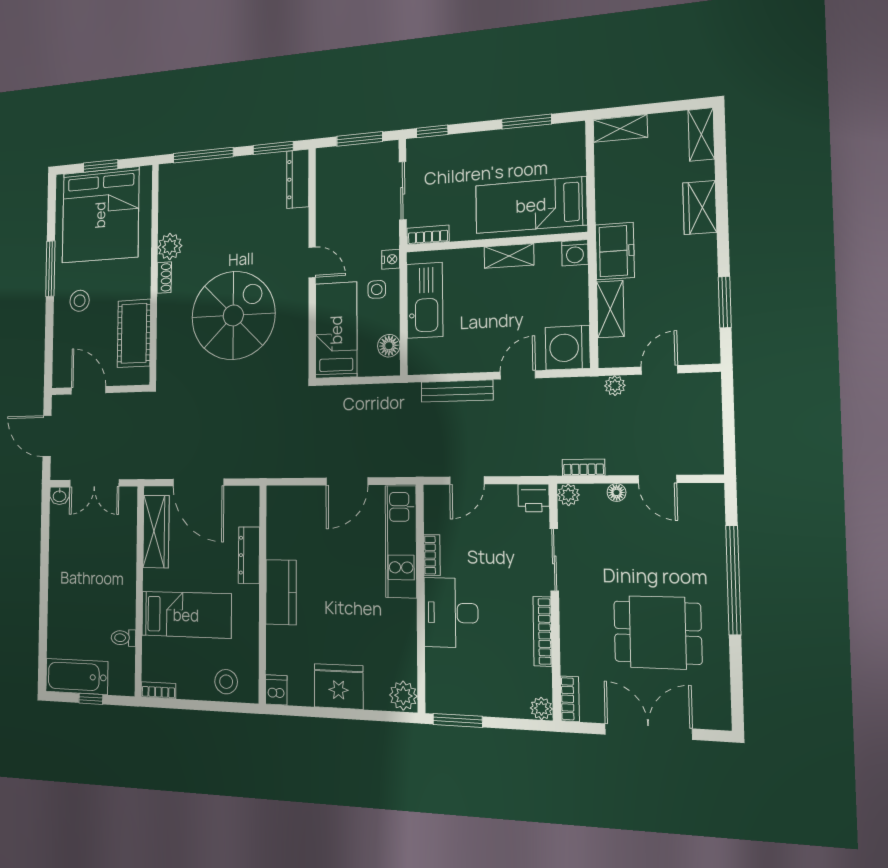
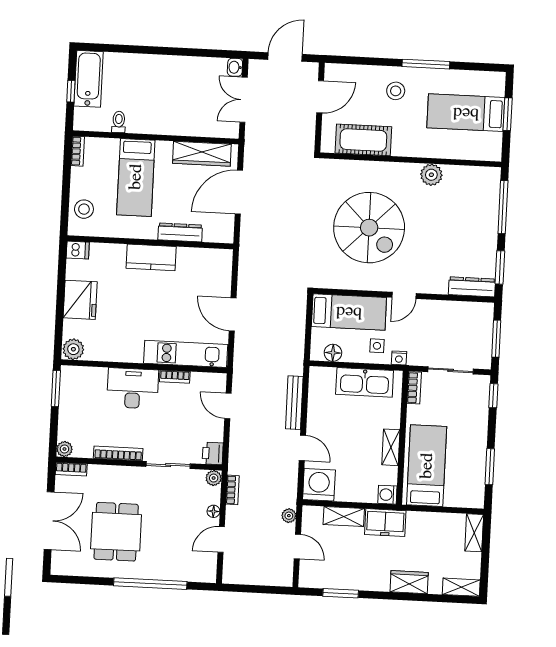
bed: (100, 215) -> (466, 113), width x0.49
shoe rack: (164, 277) -> (406, 169), removed

